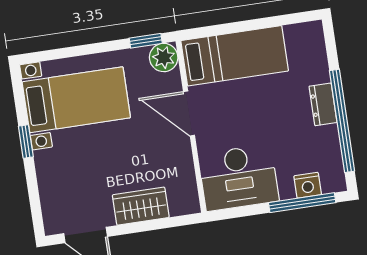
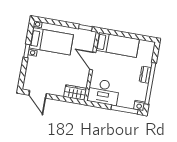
plant: (164, 57) -> (90, 36), removed
nightstand: (308, 185) -> (139, 105), moved
wardrobe: (141, 206) -> (75, 93), moved

